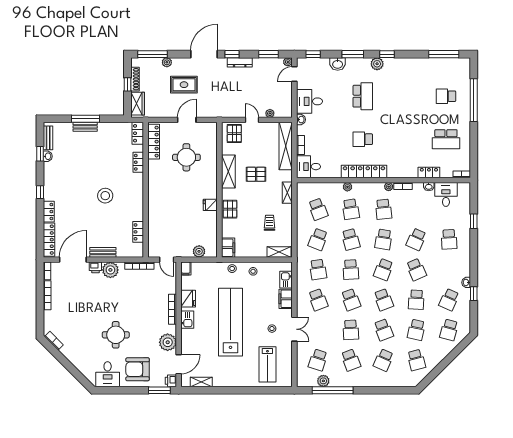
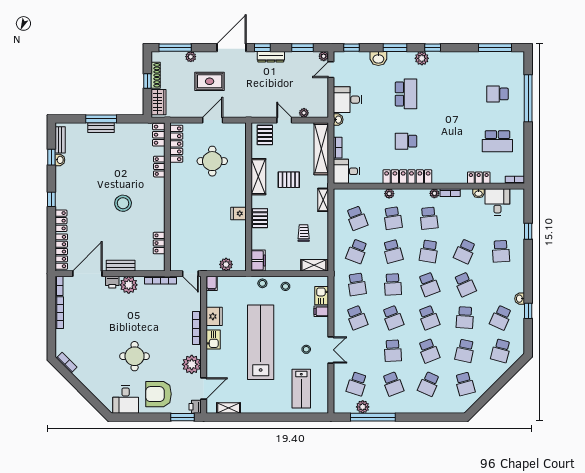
school desk: (384, 270) -> (429, 284), turned -42
filing cabinet: (286, 299) -> (321, 311), width x0.50

